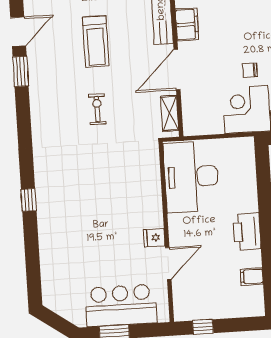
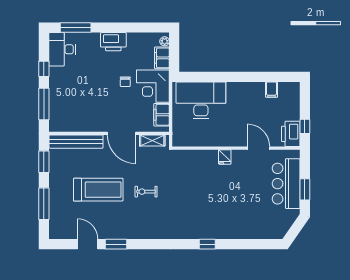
filing cabinet: (187, 24) -> (162, 115), moved, turned -90
treadmill: (96, 42) -> (98, 190), width x1.37, depth x1.38
desk: (191, 177) -> (201, 100), moved, turned 180
printer: (247, 232) -> (291, 134), moved, turned 90
fridge: (154, 238) -> (225, 157), moved

